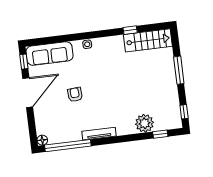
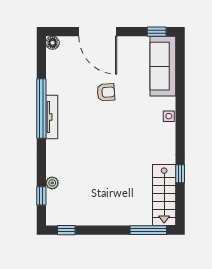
window: (179, 70) -> (148, 230), moved
door: (28, 93) -> (98, 32), moved
plant: (145, 123) -> (52, 183), width x0.53, depth x0.53
window: (68, 146) -> (41, 108), moved

